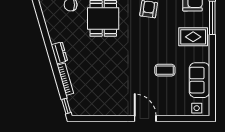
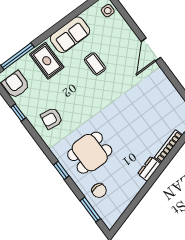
sofa: (200, 80) -> (70, 35), moved

